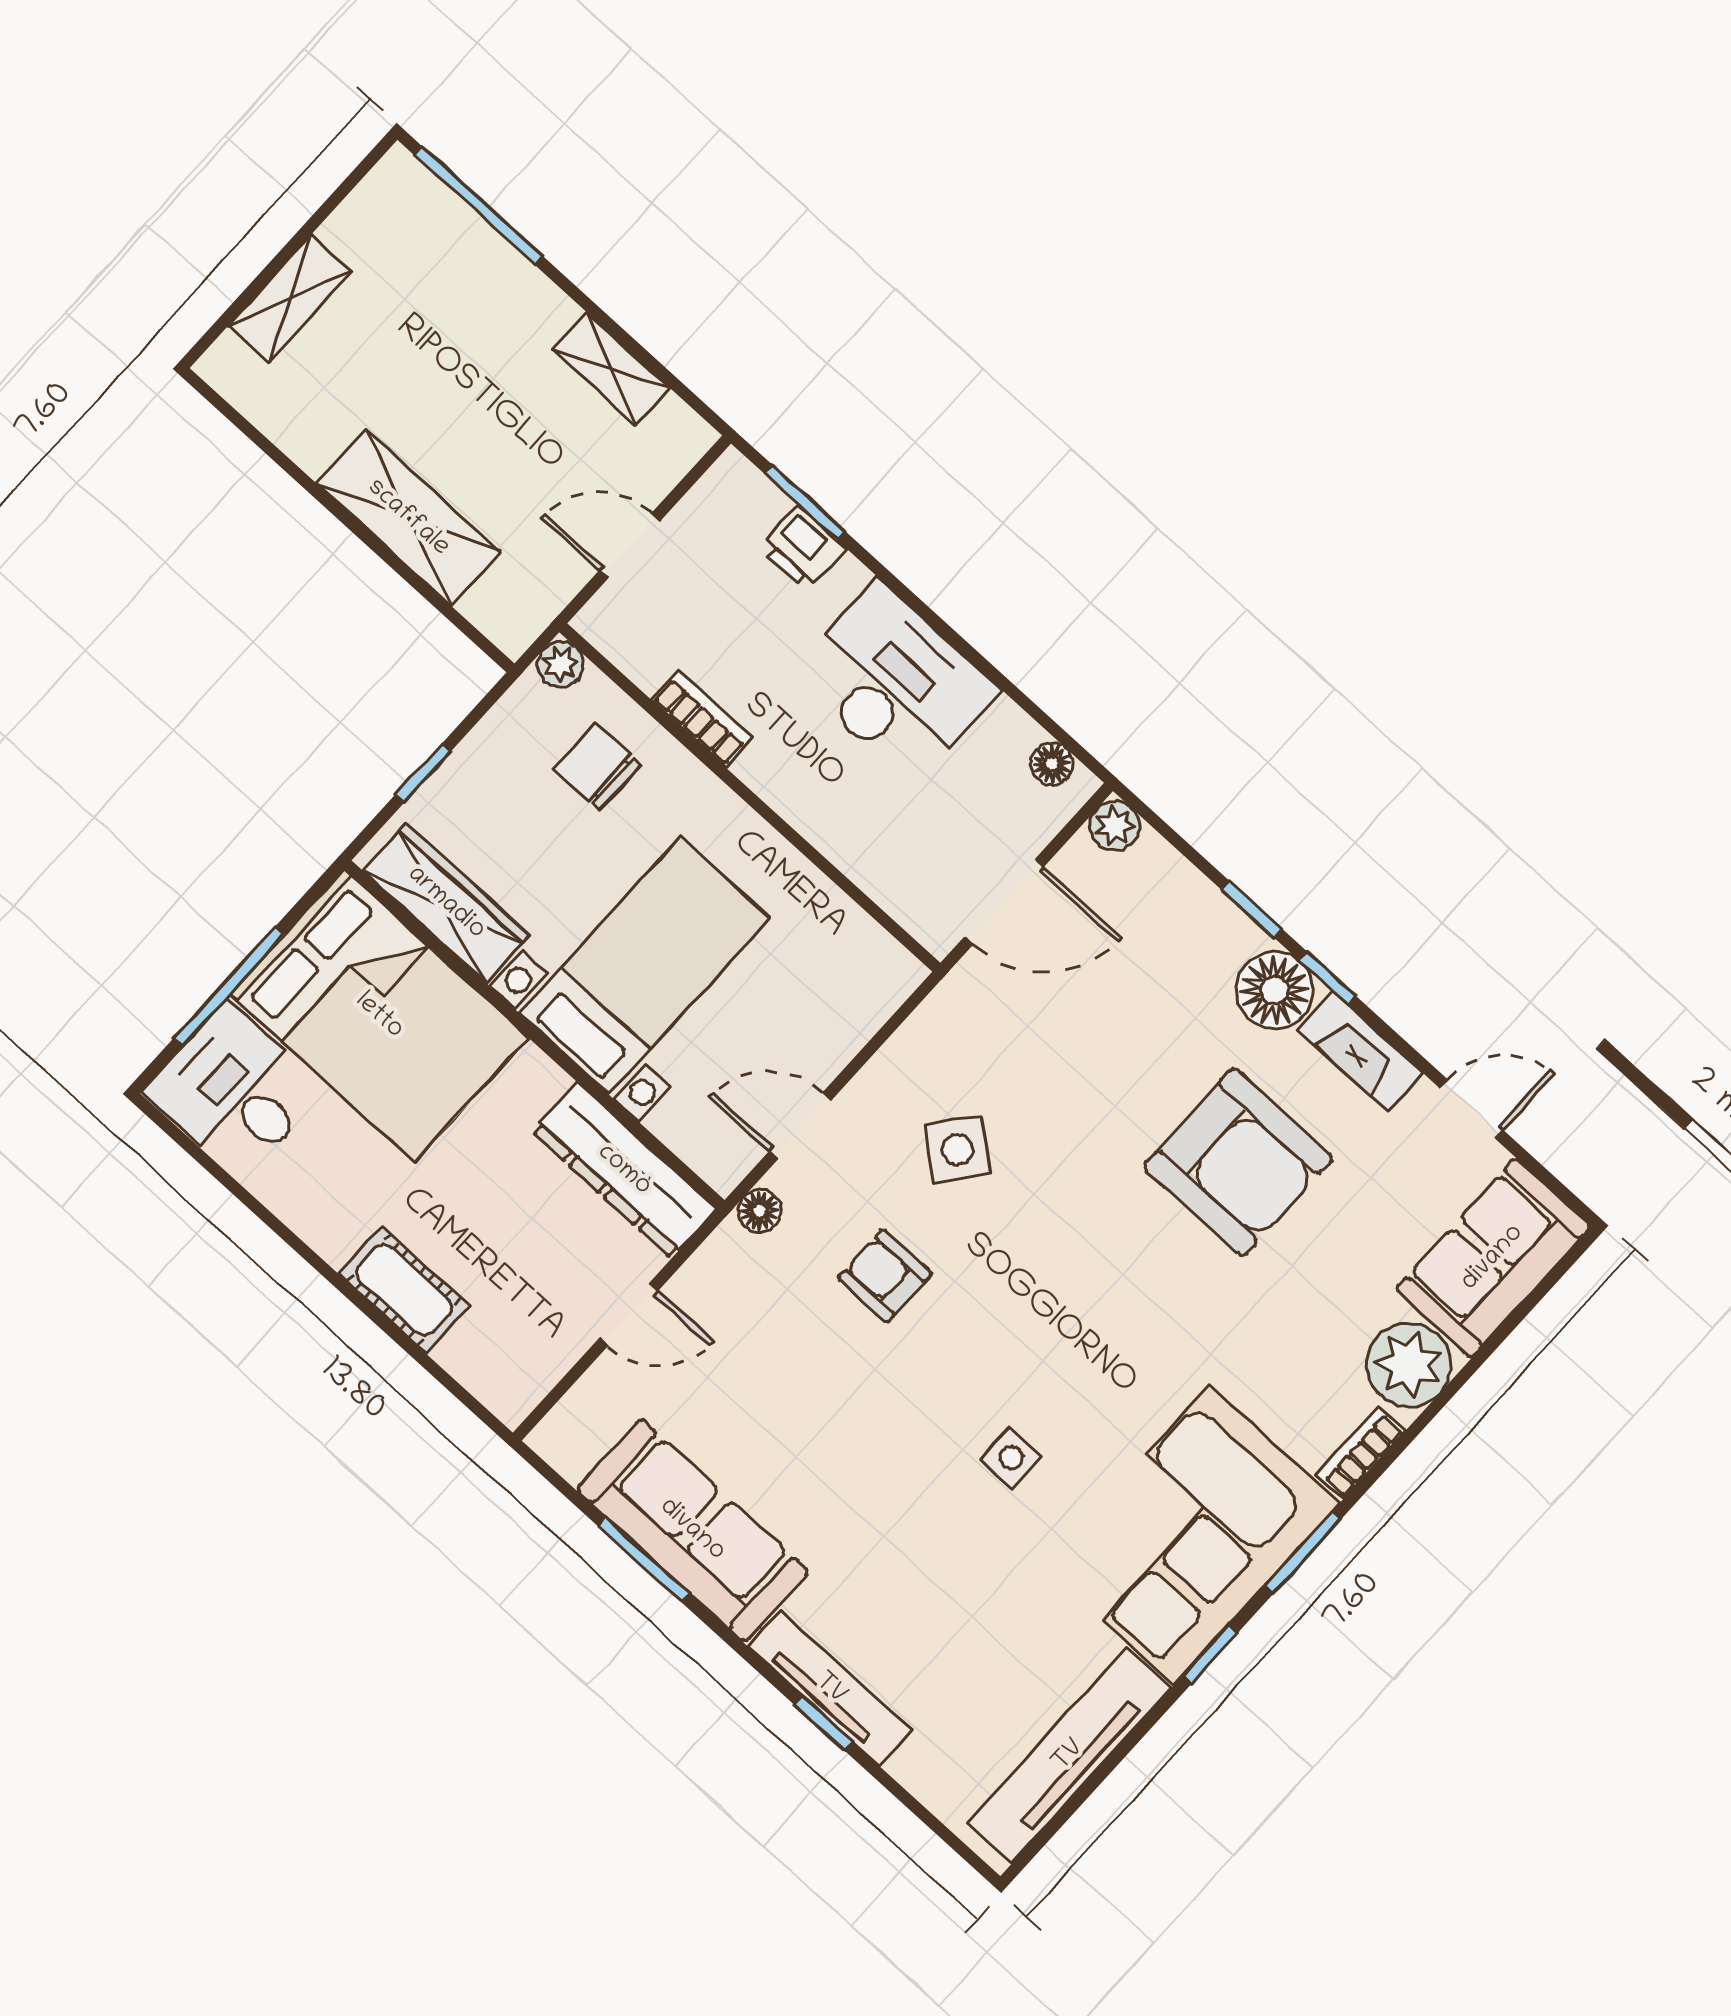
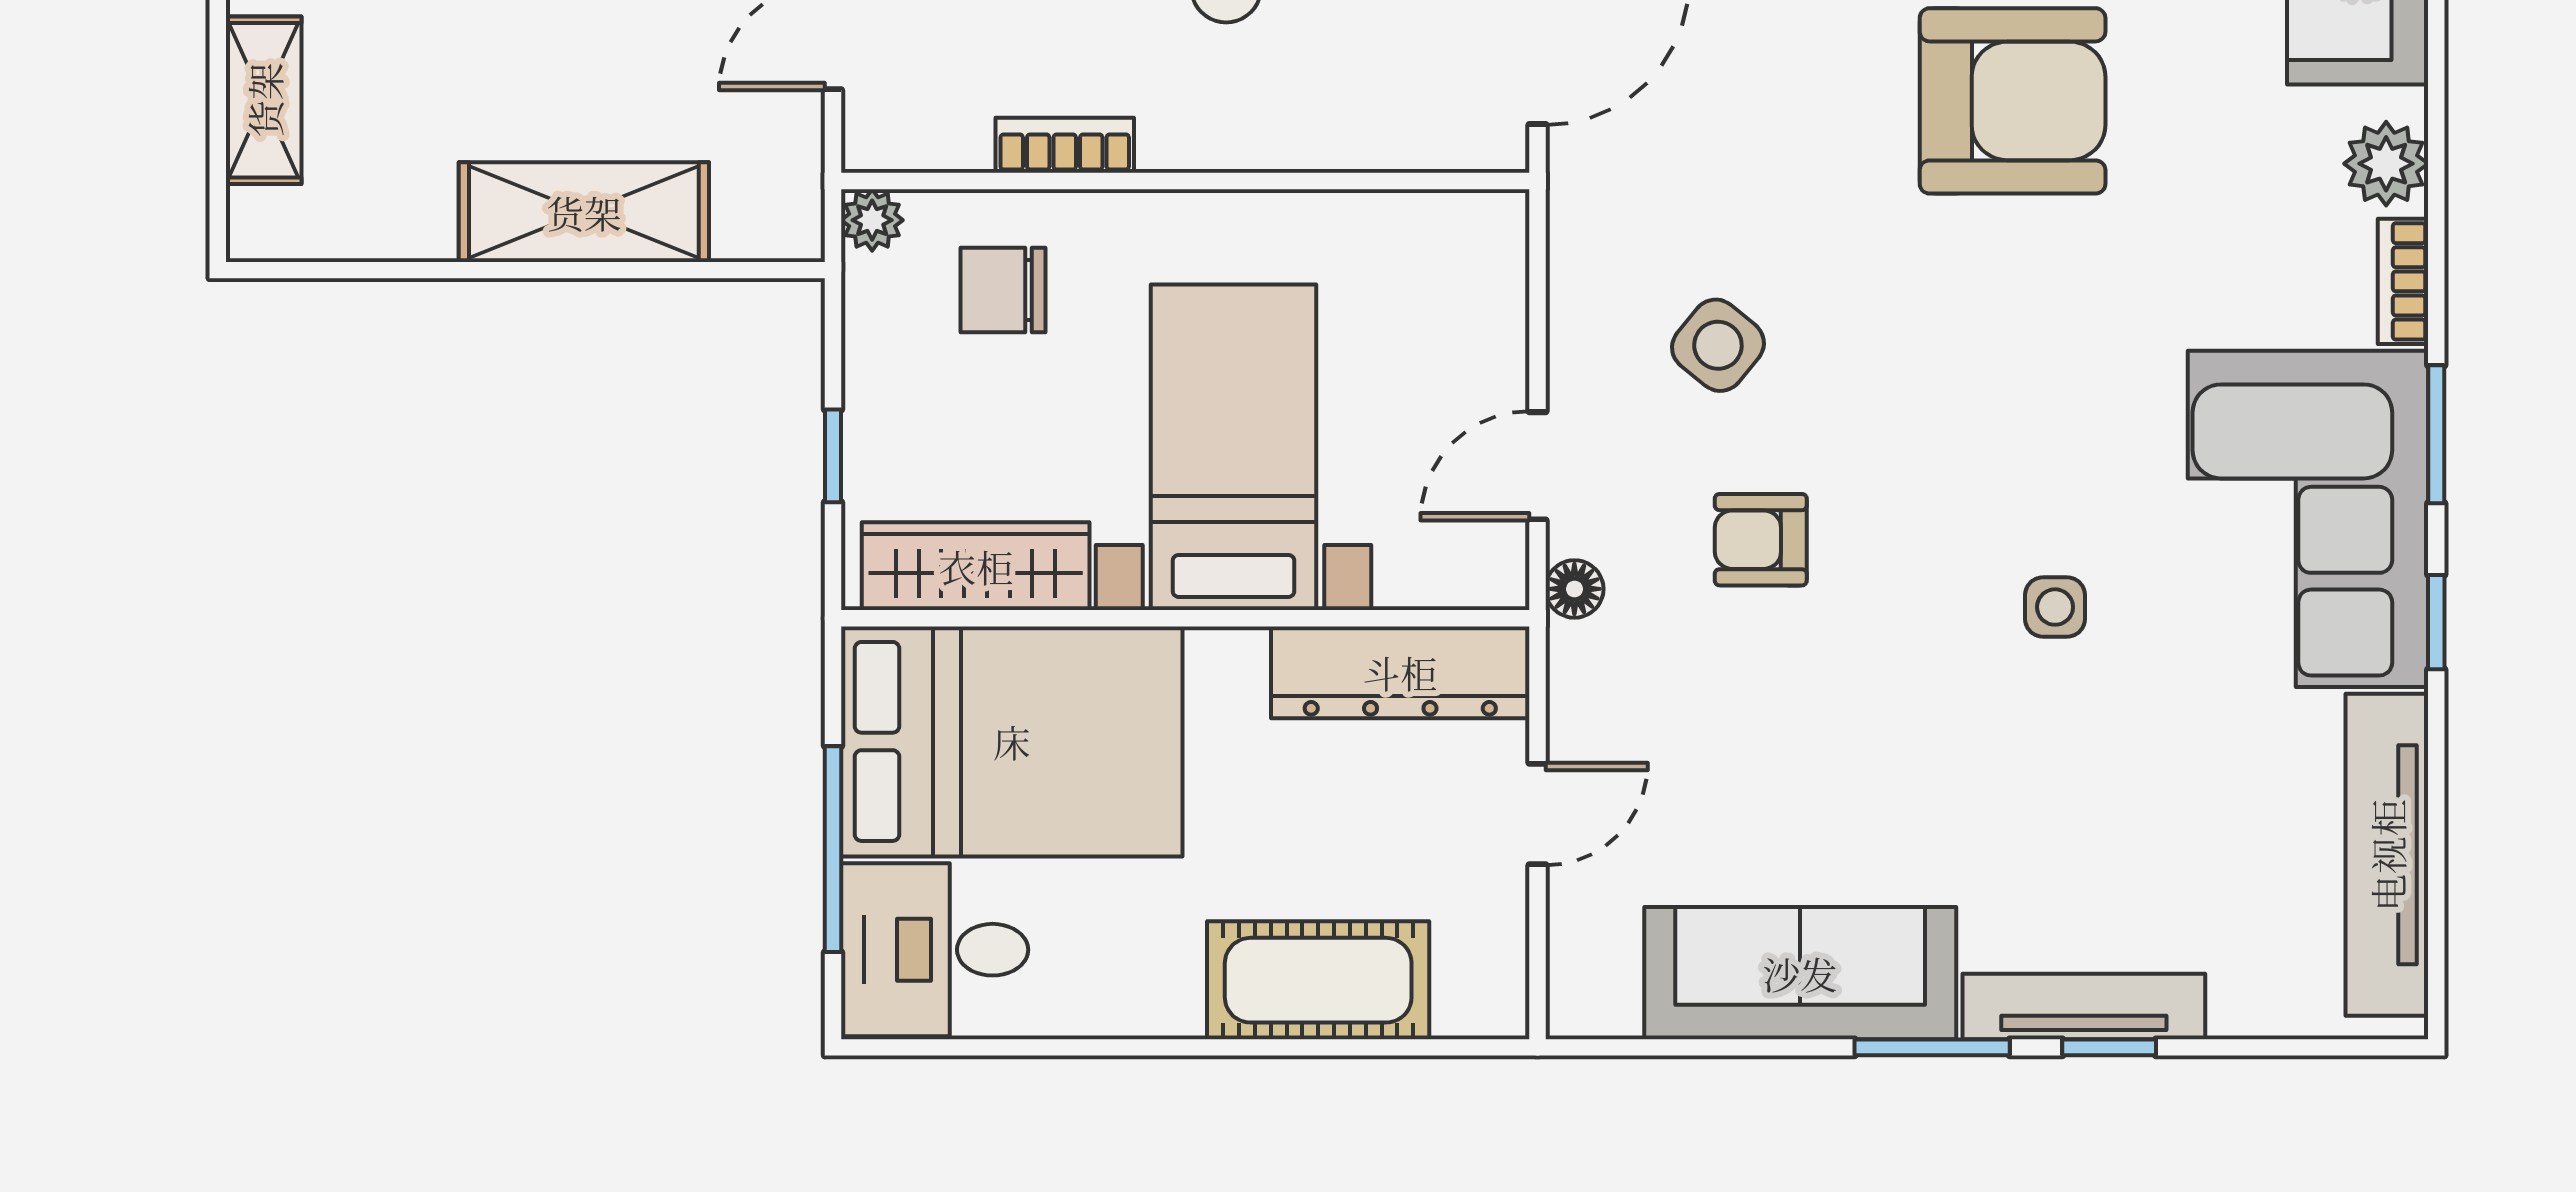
cot: (404, 1290) -> (1318, 980), width x1.37, depth x1.34
plant: (1409, 1365) -> (2386, 164), width x0.73, depth x0.73
window: (644, 1560) -> (1932, 1047), moved

